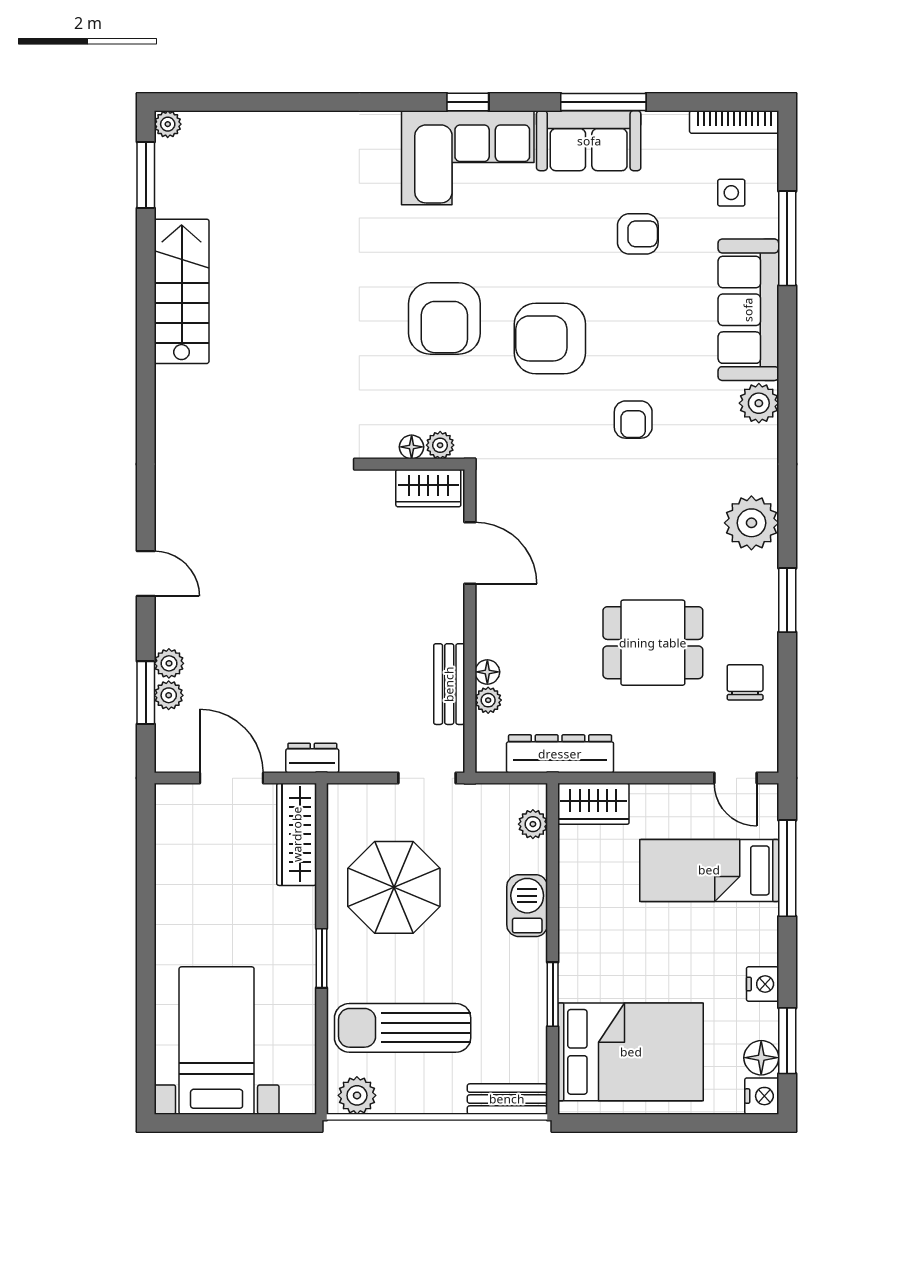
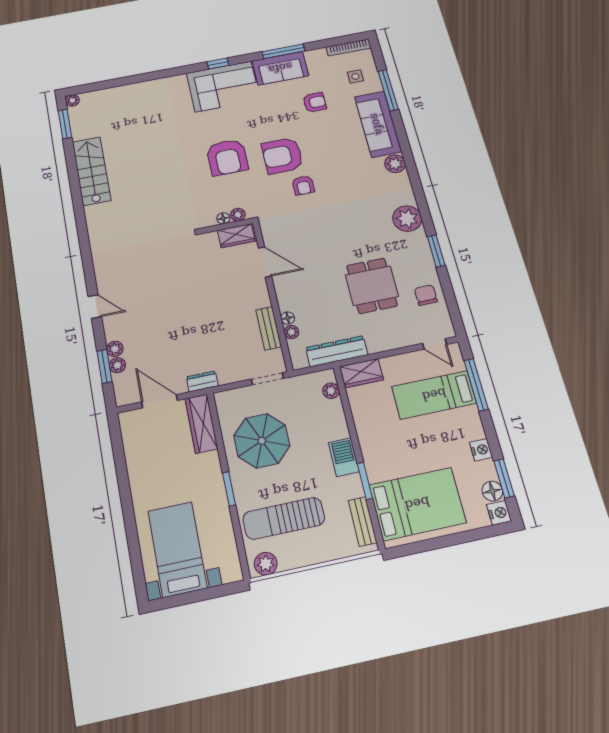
armchair: (633, 420) -> (303, 185), moved
dining table: (653, 643) -> (372, 286), turned 90
barbecue: (527, 906) -> (344, 457), moved
bench: (507, 1099) -> (363, 521), moved, turned 90

